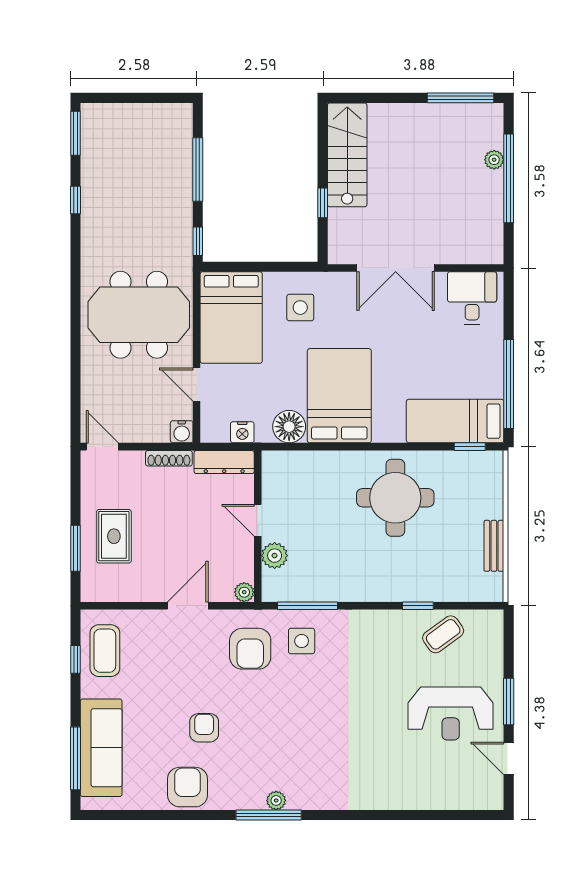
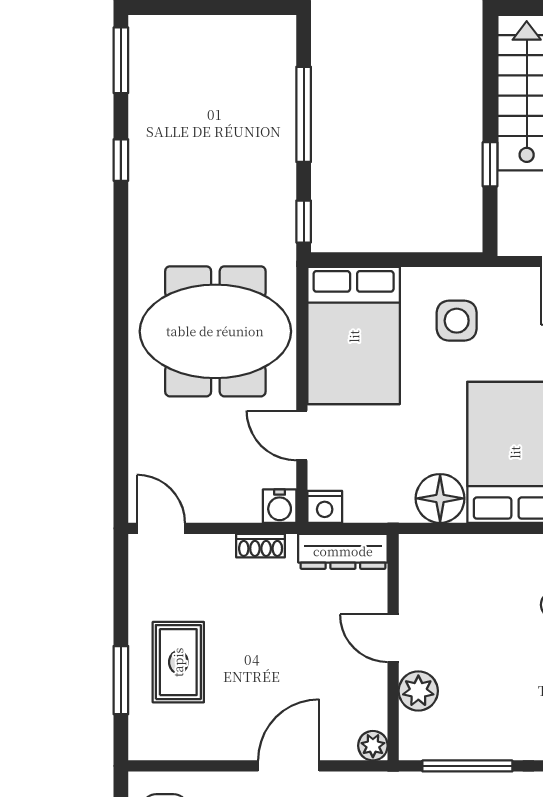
nightstand: (242, 432) -> (325, 507), moved
shoe rack: (169, 458) -> (261, 546), width x0.70

